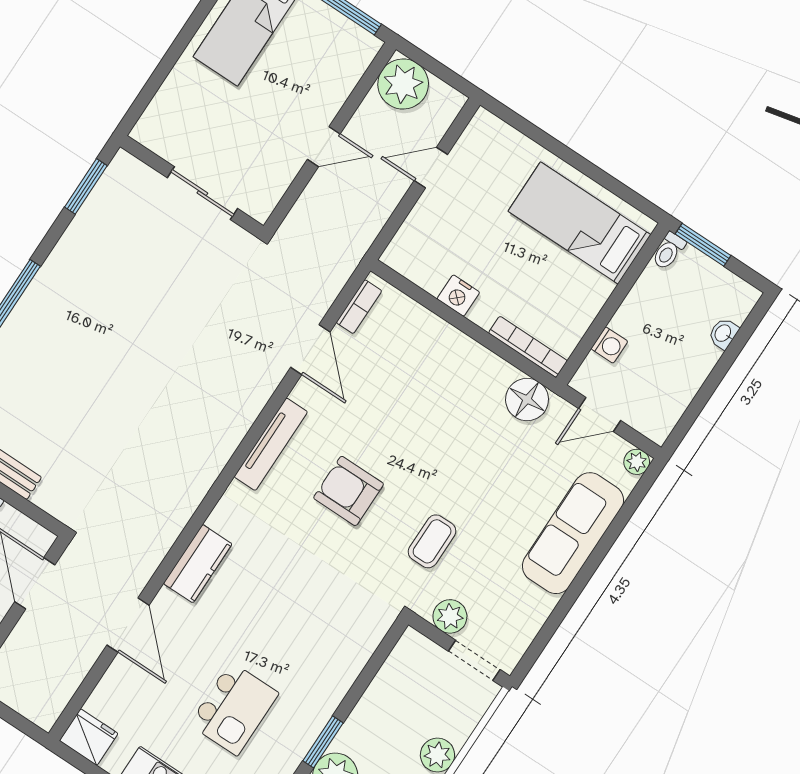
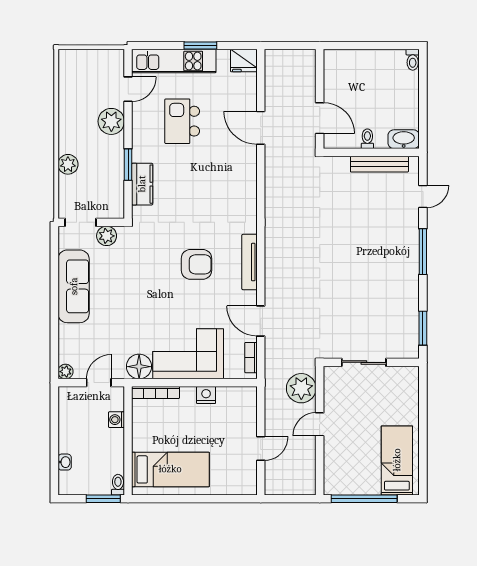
plant: (403, 84) -> (301, 388), moved
corner sofa: (445, 371) -> (188, 354), added
sofa: (573, 533) -> (74, 286), moved
coffee table: (432, 541) -> (140, 267), removed
kitchen counter: (198, 564) -> (142, 184), moved, turned 180
window: (323, 742) -> (128, 165), moved

